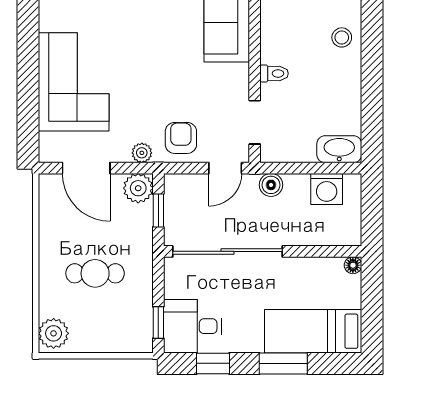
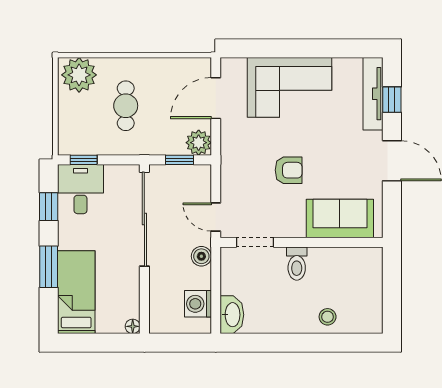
toilet: (274, 73) -> (297, 264), width x1.37, depth x1.39
armchair: (181, 138) -> (289, 170), moved
plant: (142, 153) -> (229, 146), removed
plant: (54, 333) -> (79, 75), width x1.36, depth x1.36

